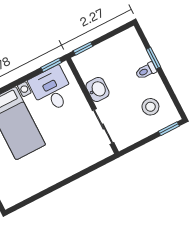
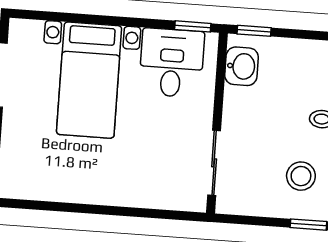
washbasin: (98, 89) -> (242, 66), moved

